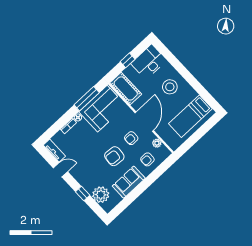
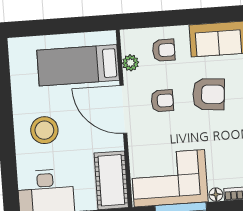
bed: (190, 116) -> (78, 65), moved, turned 180
door: (144, 122) -> (123, 109), hinge flipped

